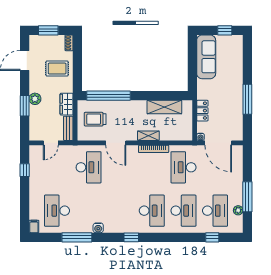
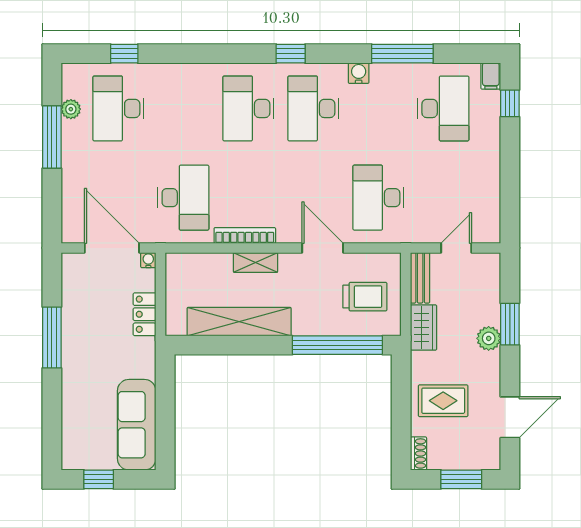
shelving: (164, 107) -> (239, 322), width x1.47
window: (25, 170) -> (510, 103), moved
desk: (183, 211) -> (313, 108), moved

